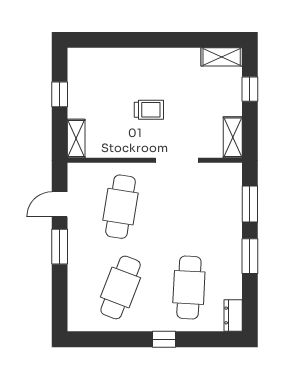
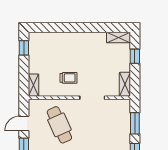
window: (60, 94) -> (24, 48), moved
trolley: (149, 110) -> (69, 78), moved
cafe table: (121, 207) -> (59, 125), turned -33

